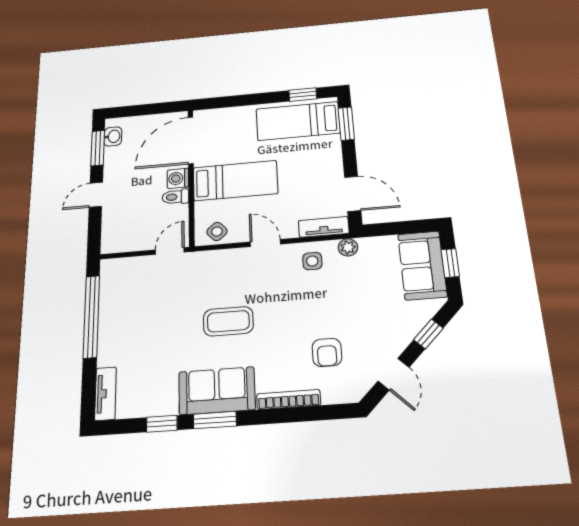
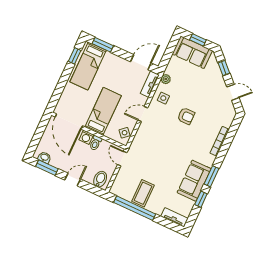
door: (96, 195) -> (73, 180), swing flipped
bidet: (117, 235) -> (100, 179), added
coffee table: (228, 321) -> (143, 193), moved
armchair: (327, 352) -> (186, 116), moved
sofa: (217, 391) -> (194, 181), moved

